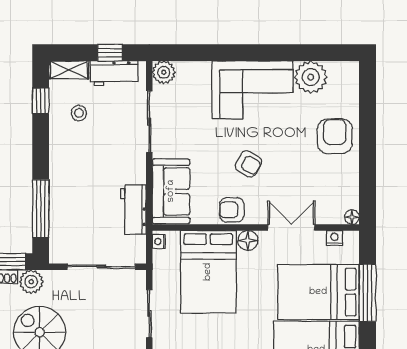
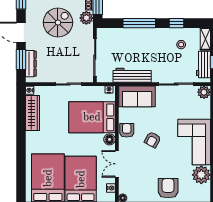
window: (41, 101) -> (177, 23), moved
armchair: (335, 136) -> (168, 188), turned -90
window: (41, 209) -> (139, 23), moved
workbench: (133, 209) -> (132, 75), width x1.38
double door: (291, 227) -> (117, 164), swing flipped

